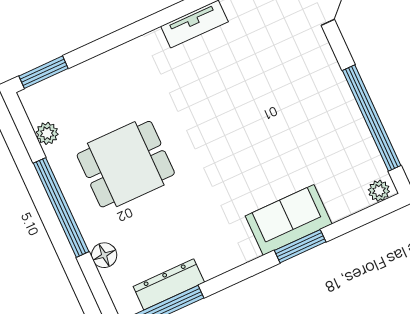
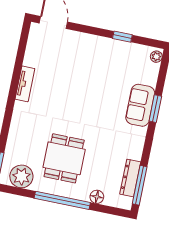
window: (372, 118) -> (122, 37), width x0.32
plant: (47, 133) -> (21, 176), width x1.88, depth x1.88

